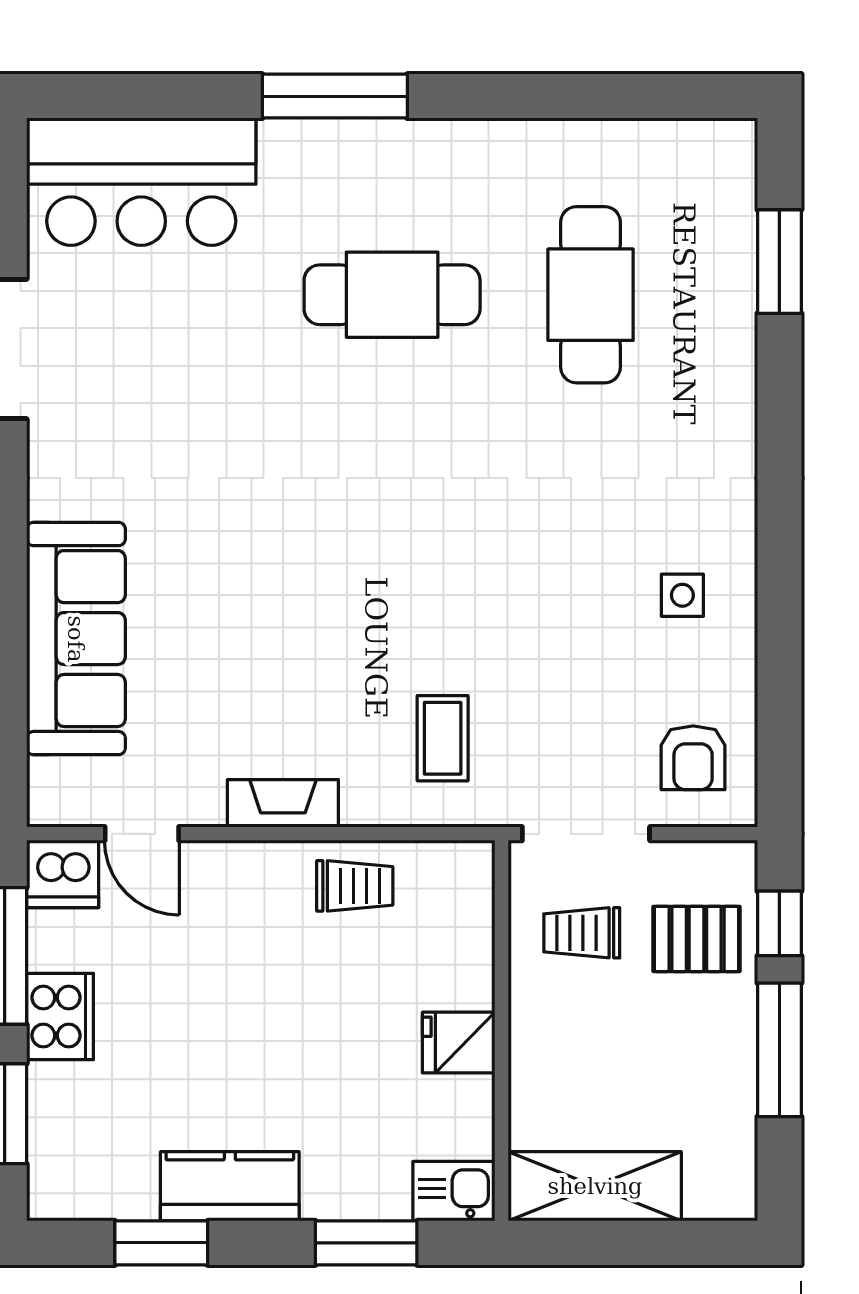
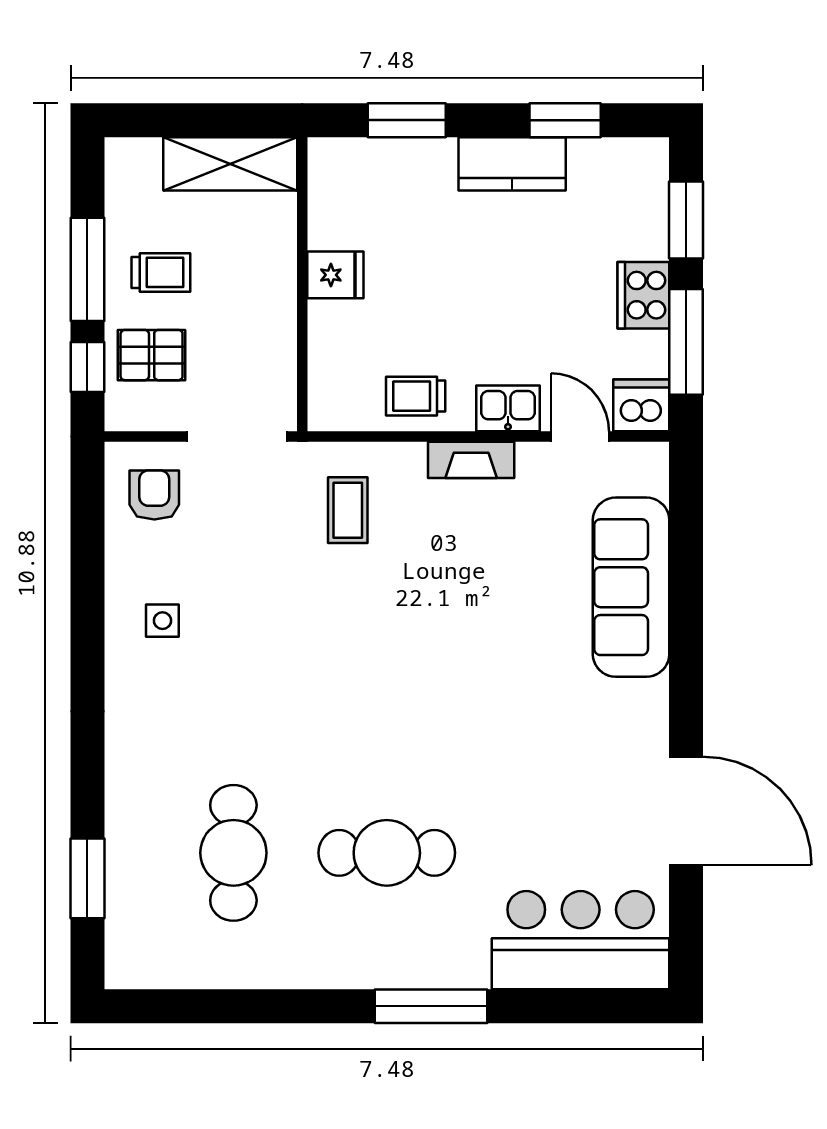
trolley: (582, 933) -> (161, 272), moved
kitchen sink: (454, 1191) -> (508, 408), moved, turned 180

